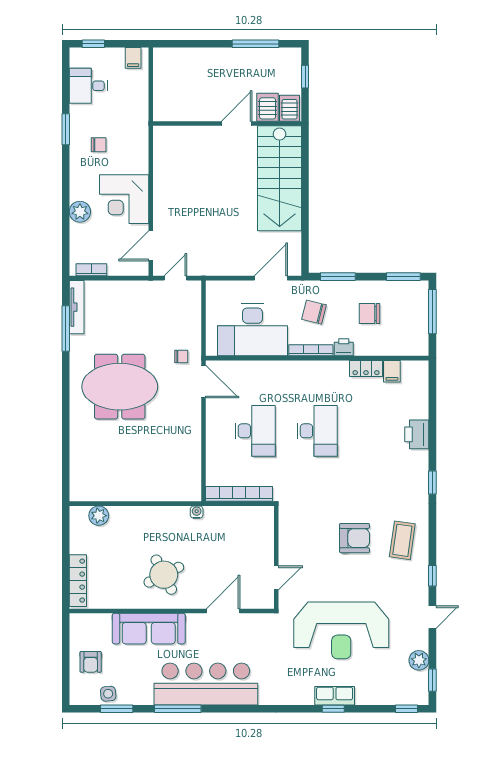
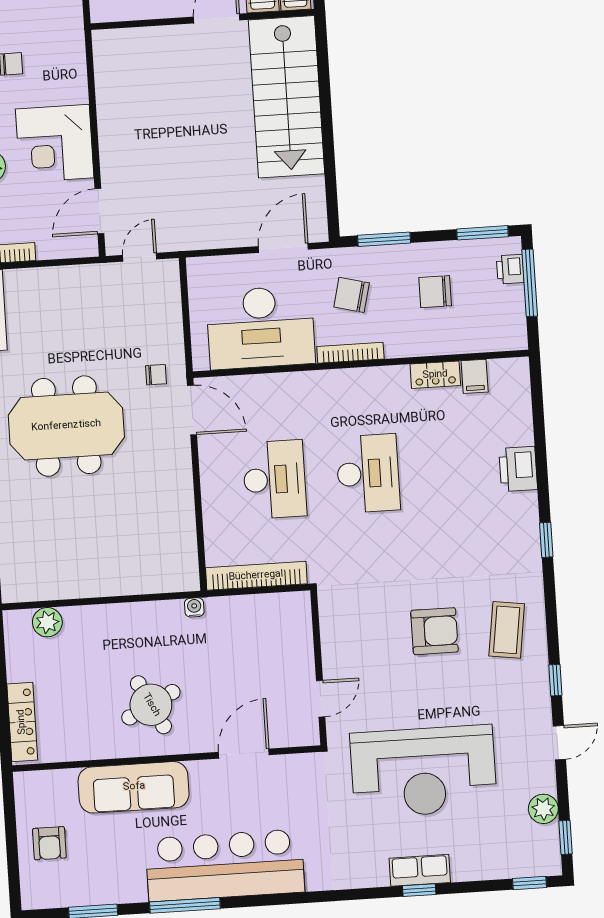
printer: (344, 347) -> (510, 269), moved, turned -90
side table: (108, 694) -> (79, 889), removed

